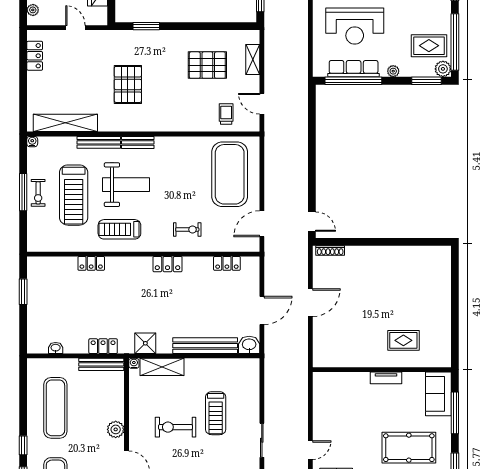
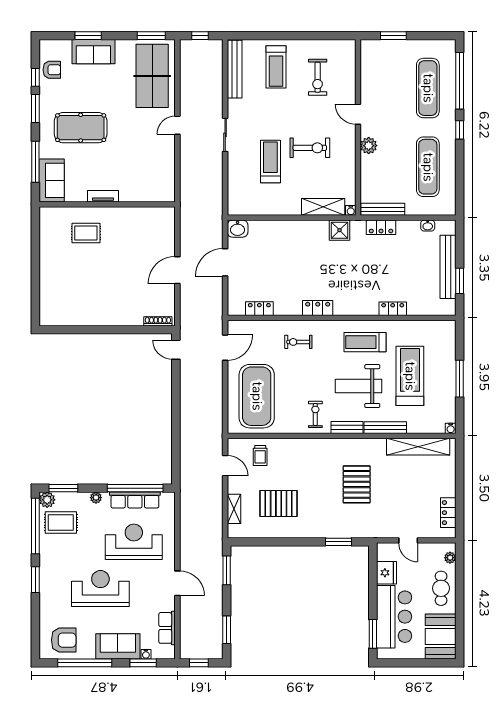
exercise bike: (38, 193) -> (315, 414), moved
treadmill: (119, 229) -> (365, 342), turned 180
bench: (205, 346) -> (448, 267), moved, turned 90

